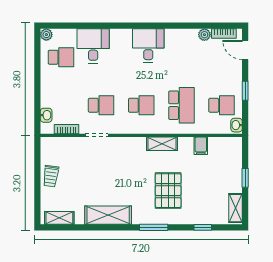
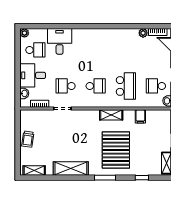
desk: (148, 46) -> (33, 75), moved, turned -90
school desk: (101, 105) -> (66, 86), turned 180
school desk: (222, 105) -> (156, 86), turned 180
pallet: (168, 191) -> (116, 150), width x1.37, depth x1.41

